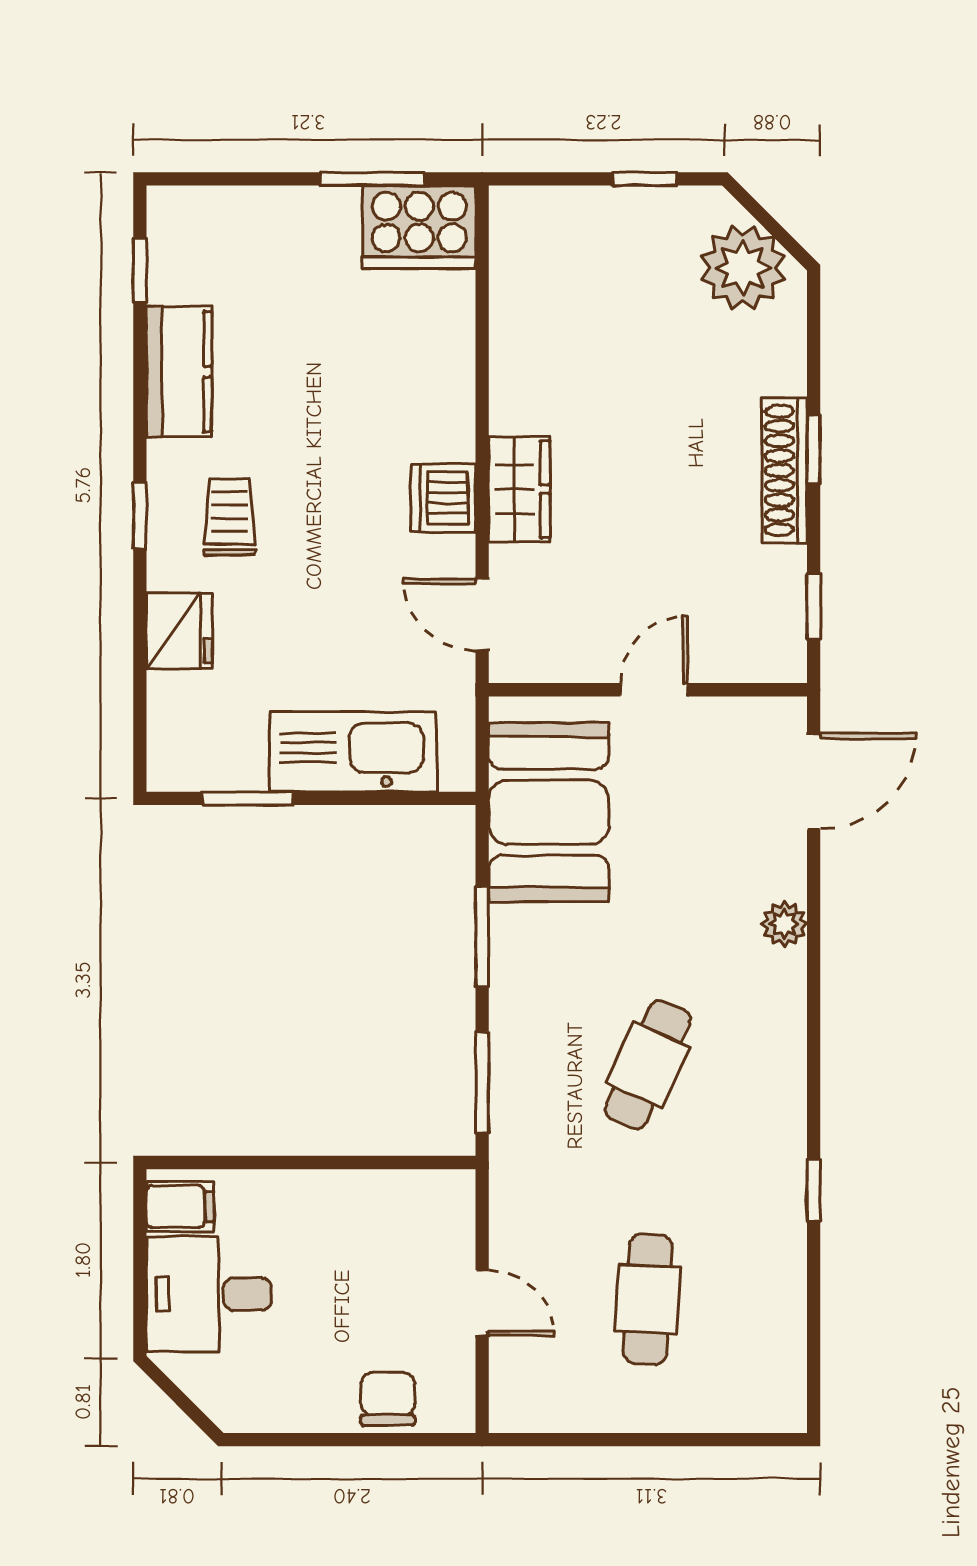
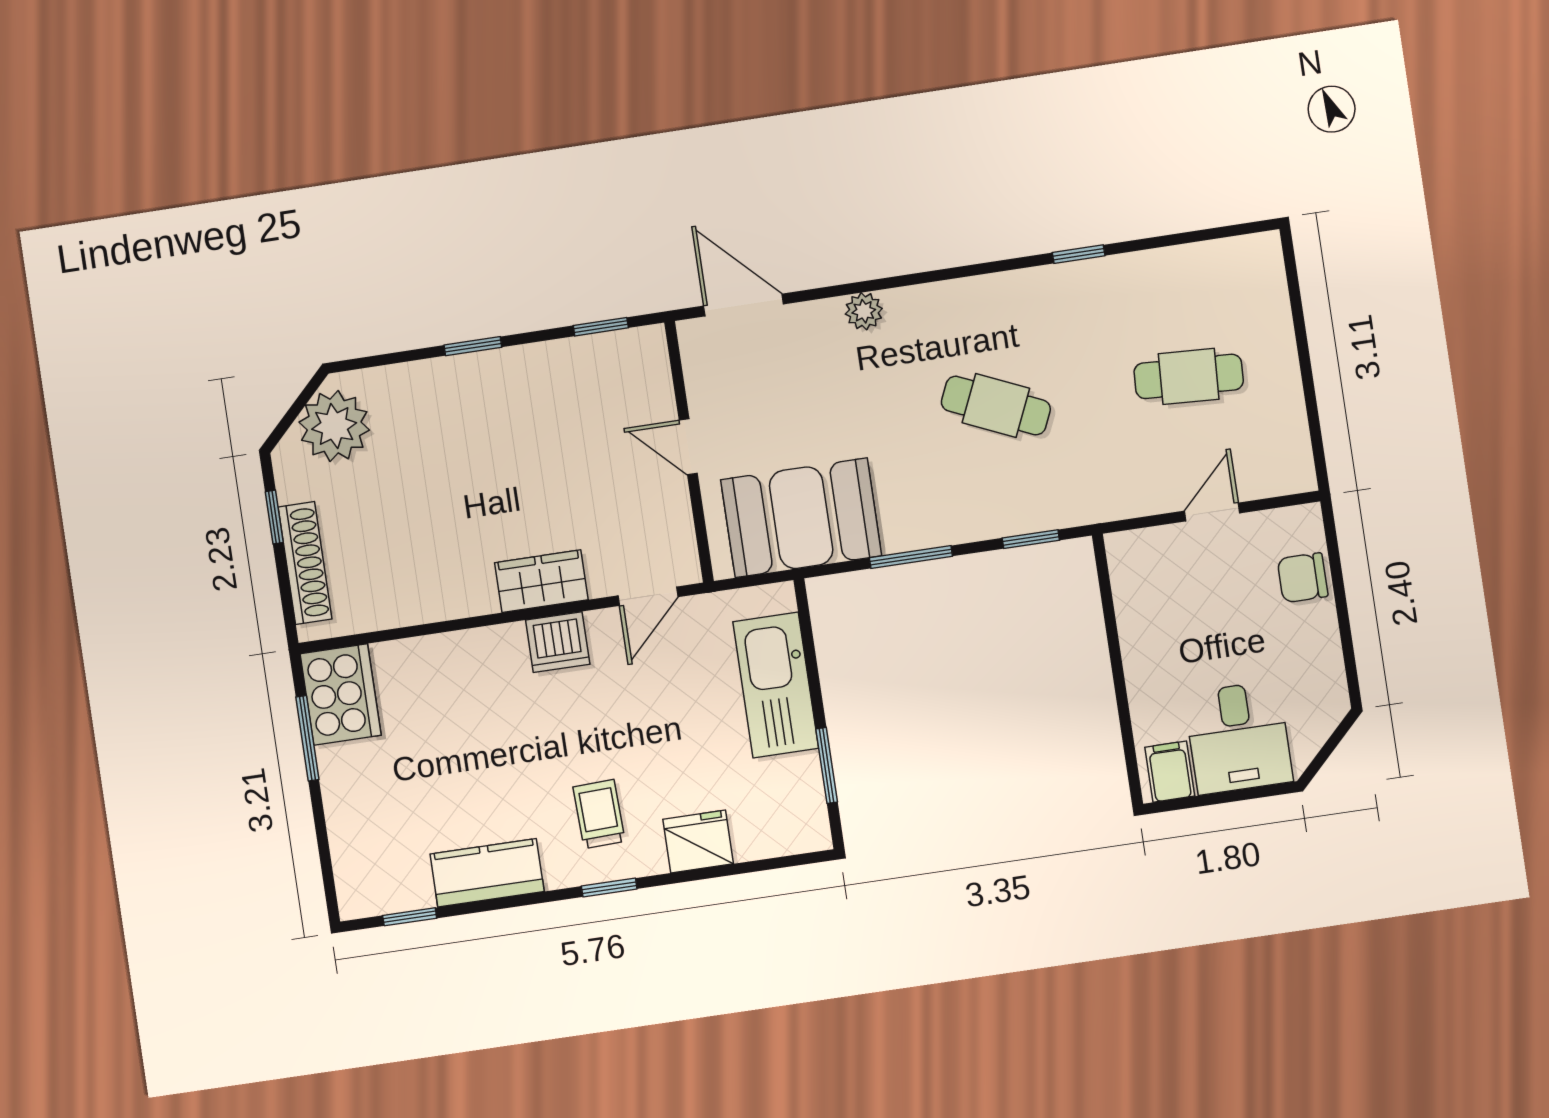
shoe rack: (785, 471) -> (305, 563), moved, turned -90
trolley: (230, 517) -> (599, 814), turned 88
window: (482, 1083) -> (1031, 539), width x0.67

